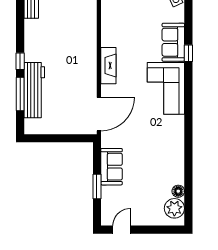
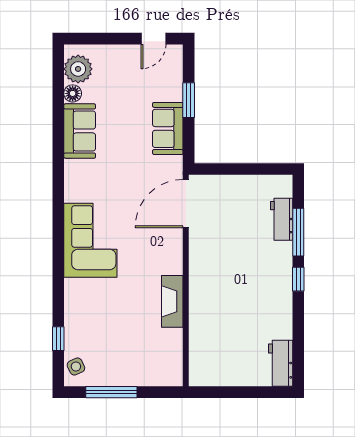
sofa: (173, 42) -> (80, 131), moved
window: (188, 53) -> (58, 339), moved
fireplace: (108, 66) -> (172, 301), moved
workbench: (34, 90) -> (282, 219), width x0.53, depth x0.76

